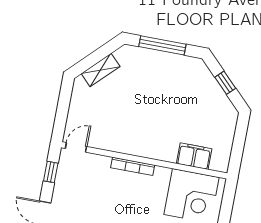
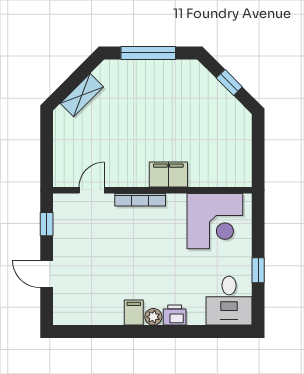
door: (76, 147) -> (92, 190), moved
filing cabinet: (194, 156) -> (168, 174), moved

